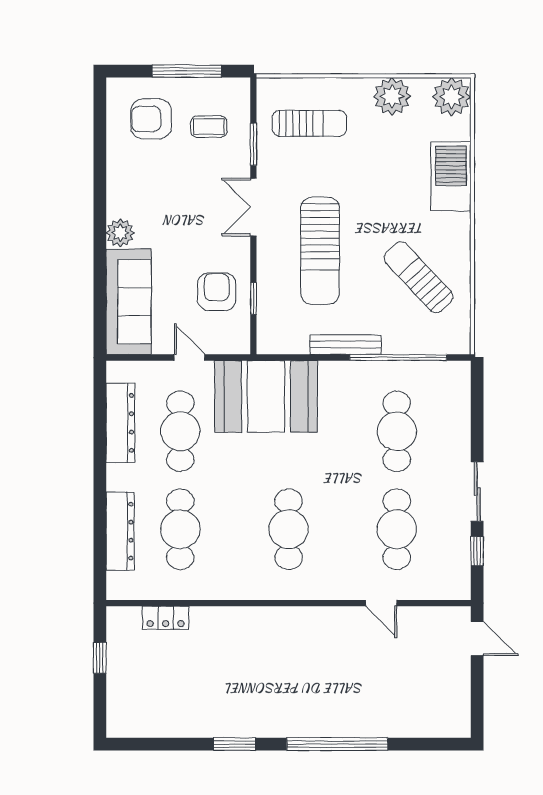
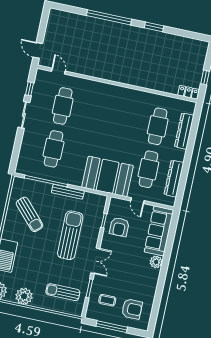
cafe table: (289, 529) -> (110, 116), removed
door: (381, 603) -> (58, 71), moved
locker: (166, 618) -> (188, 92), moved

